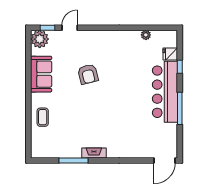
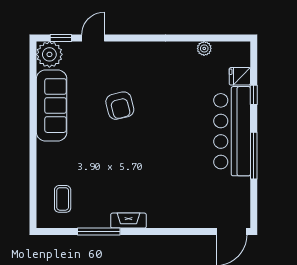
sofa: (41, 74) -> (52, 106), width x1.36
coffee table: (43, 117) -> (63, 199), moved

